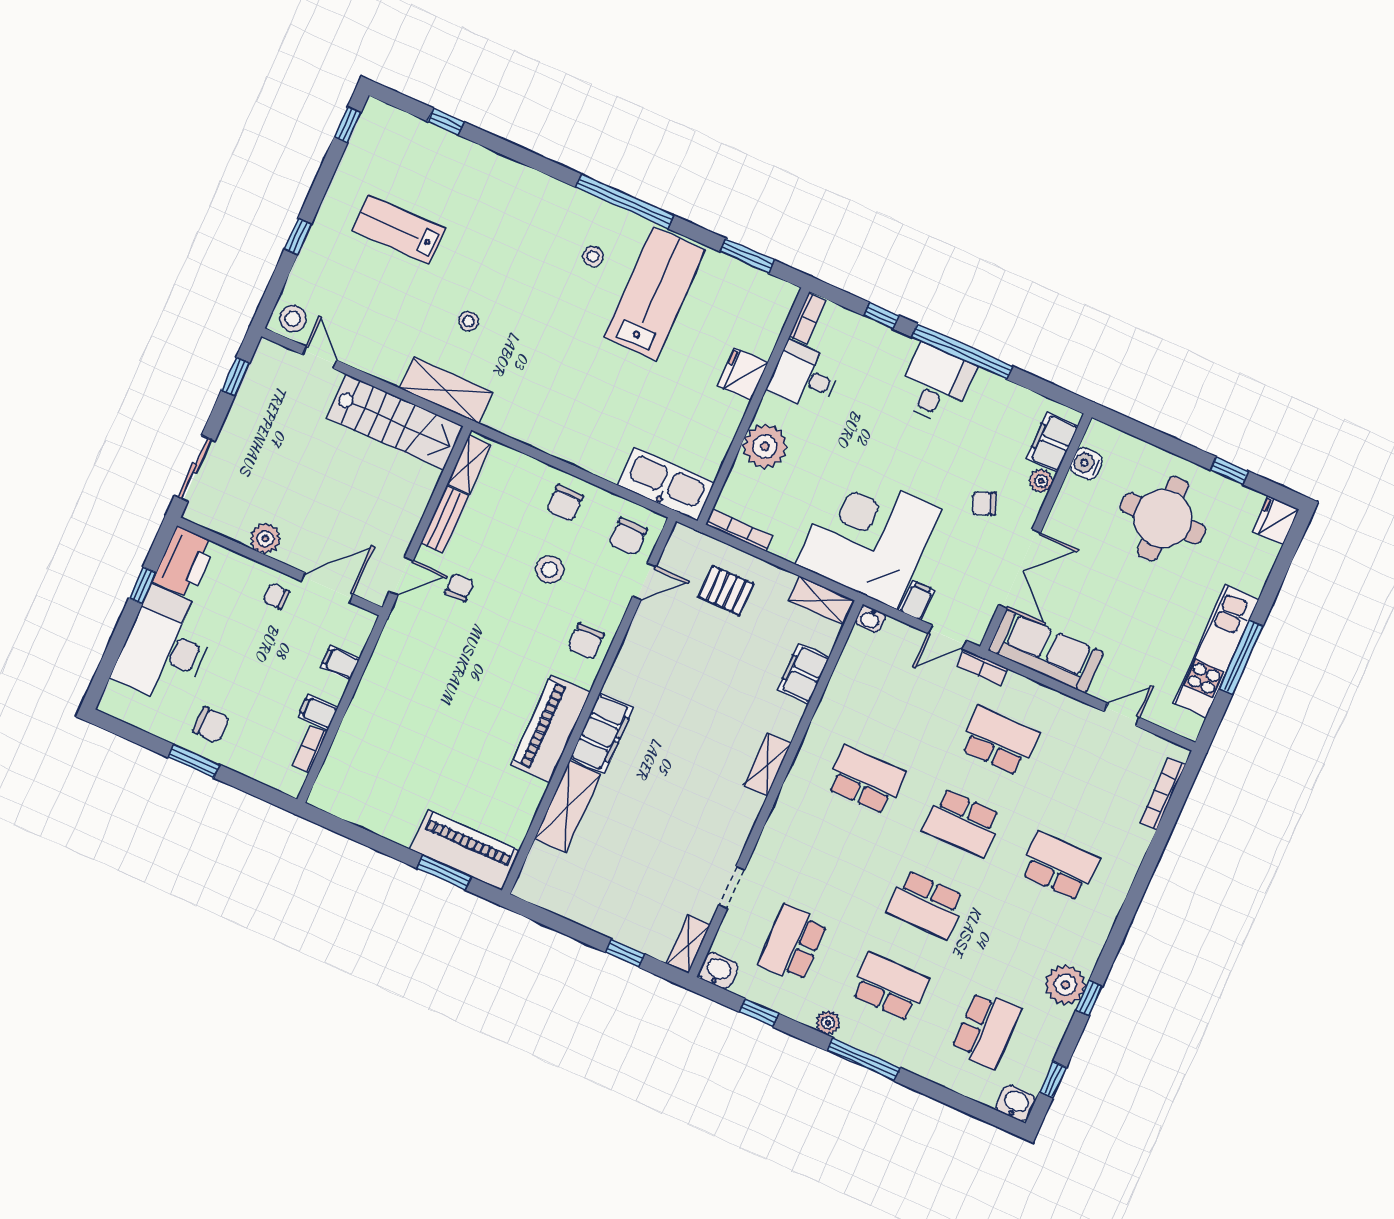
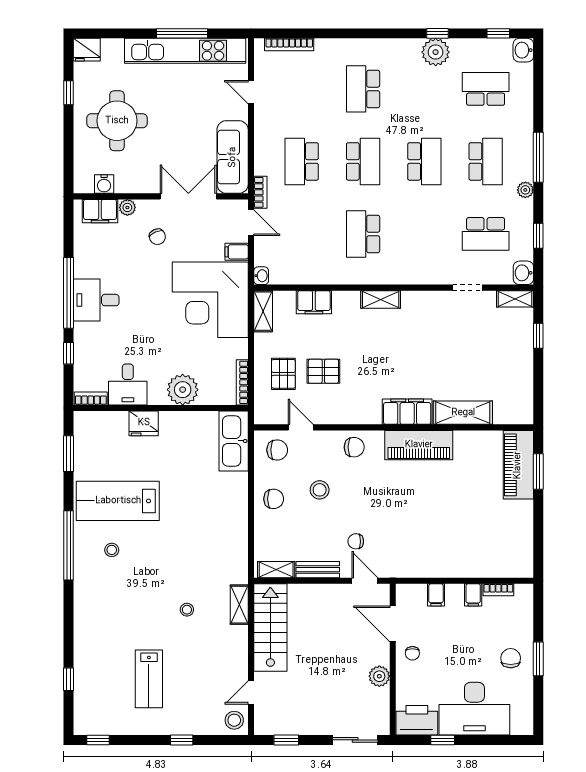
shelving: (446, 390) -> (239, 605), width x0.67, depth x0.75
pallet: (706, 645) -> (323, 371), added
kitchen unit: (1216, 651) -> (185, 51), width x1.36
school desk: (889, 987) -> (486, 161), turned 180

